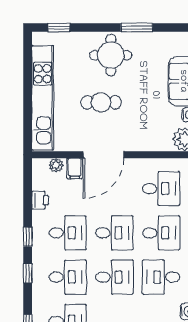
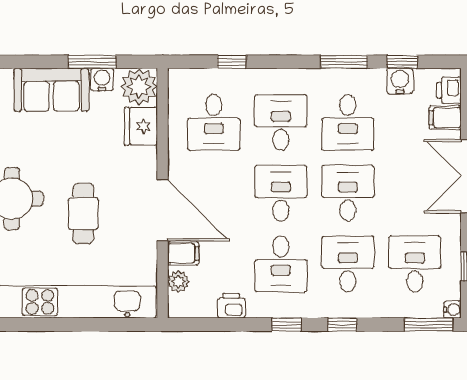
fridge: (159, 140) -> (141, 126), added
desk: (161, 189) -> (214, 122), turned 180
desk: (68, 233) -> (281, 264), turned 180

